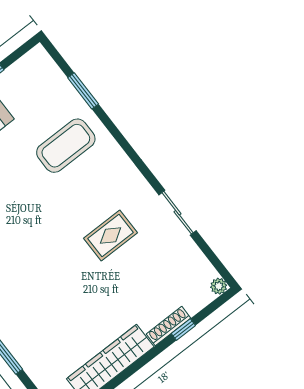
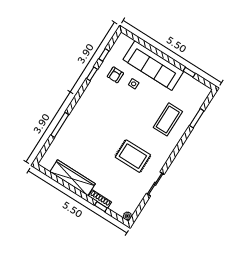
coffee table: (66, 146) -> (168, 119), turned 90
rug: (111, 235) -> (133, 156), width x1.36, depth x1.43

